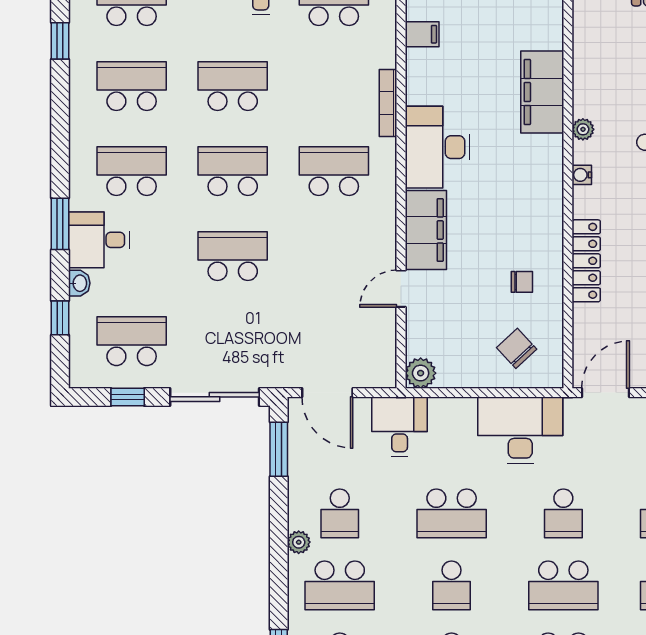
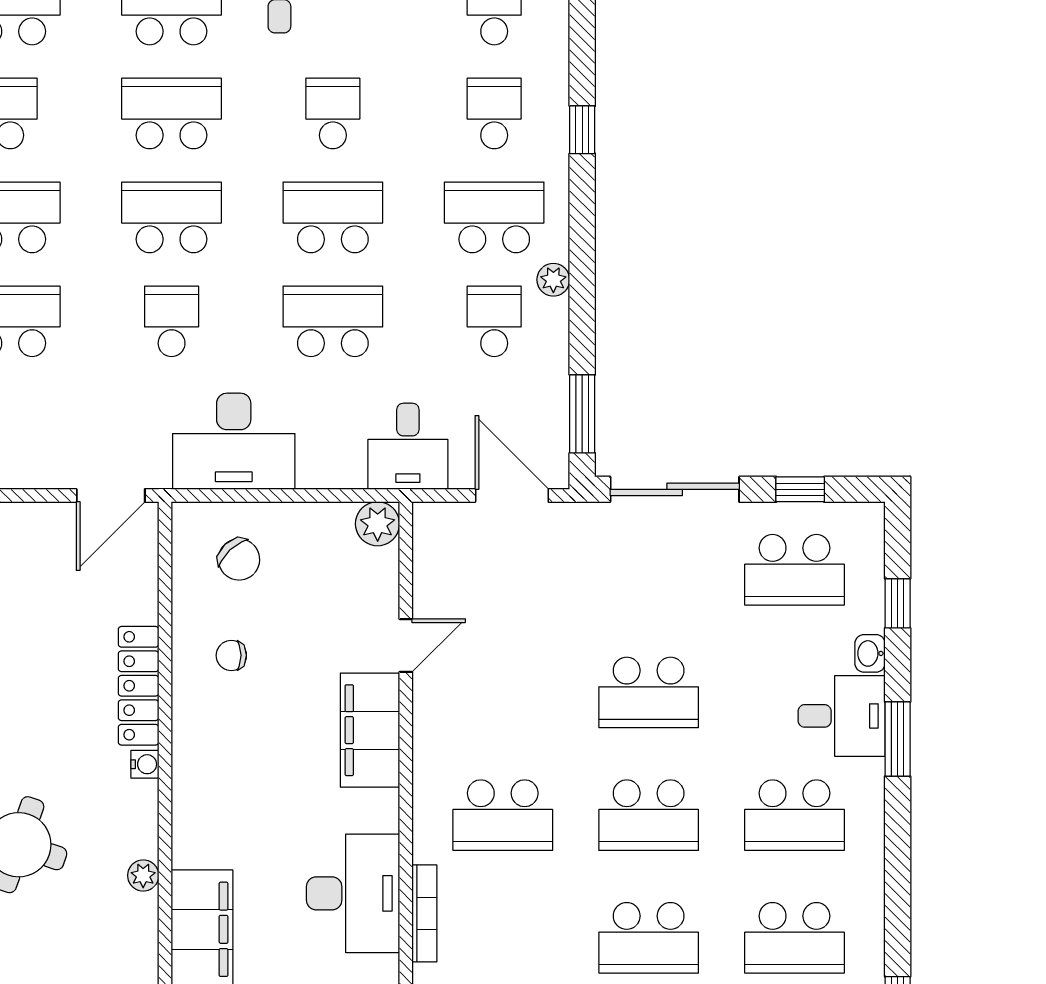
desk: (438, 147) -> (353, 893), moved
water cooler: (582, 175) -> (145, 764), moved
school desk: (452, 585) -> (333, 217), width x1.85

